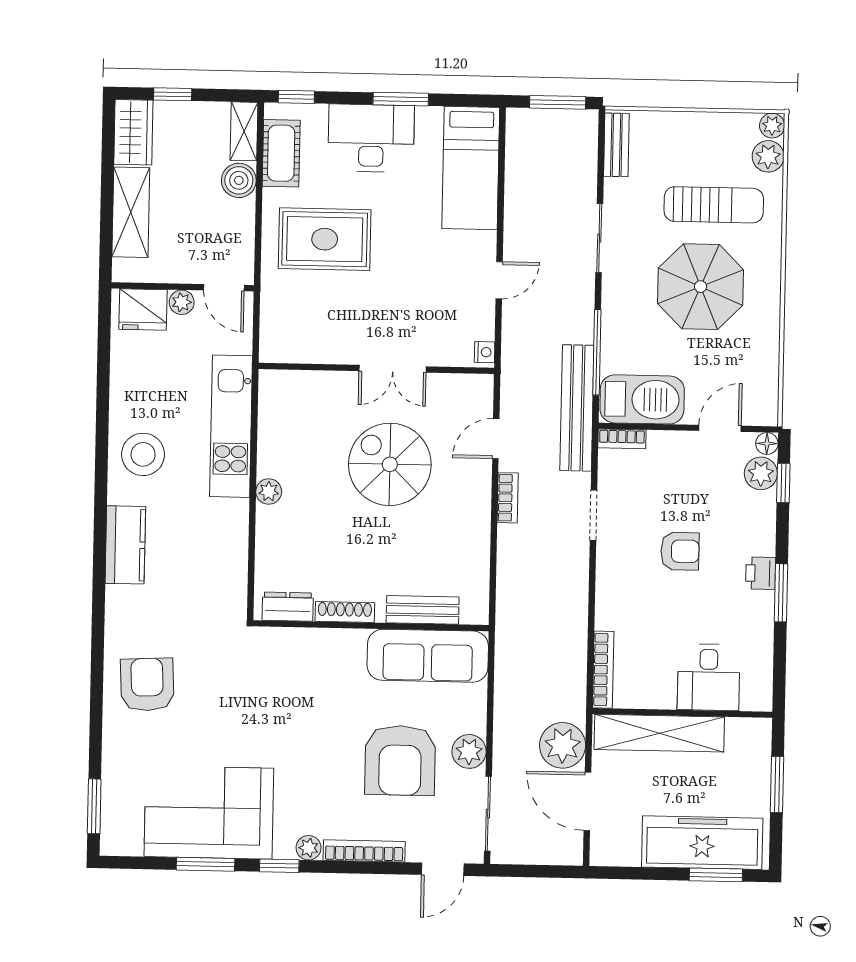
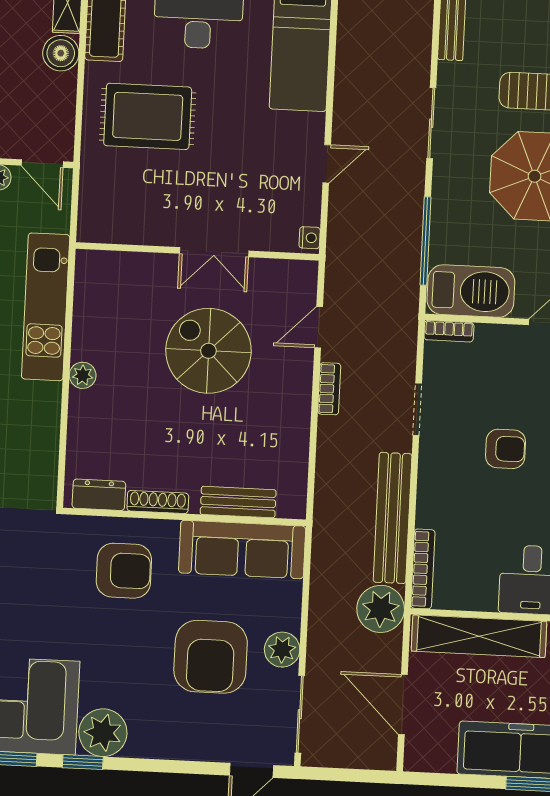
bench: (577, 408) -> (393, 518), moved
armchair: (314, 679) -> (124, 571), added
plant: (563, 745) -> (381, 609), moved
plant: (309, 848) -> (103, 733), width x1.87, depth x1.87
bookcase: (364, 851) -> (171, 749), removed

